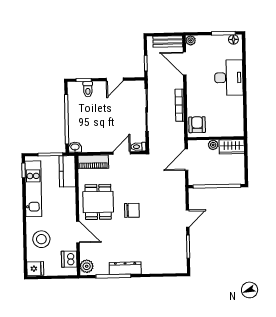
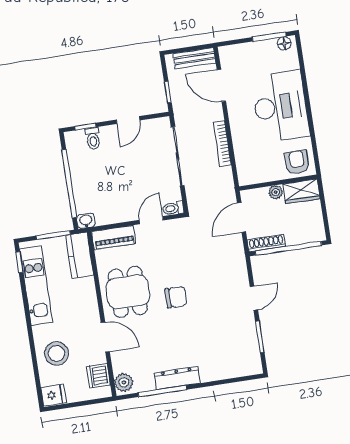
plant: (191, 40) -> (225, 52), removed
desk: (229, 78) -> (280, 107), width x1.36, depth x1.30
armchair: (197, 125) -> (297, 162), moved
shoe rack: (202, 180) -> (266, 243), added

